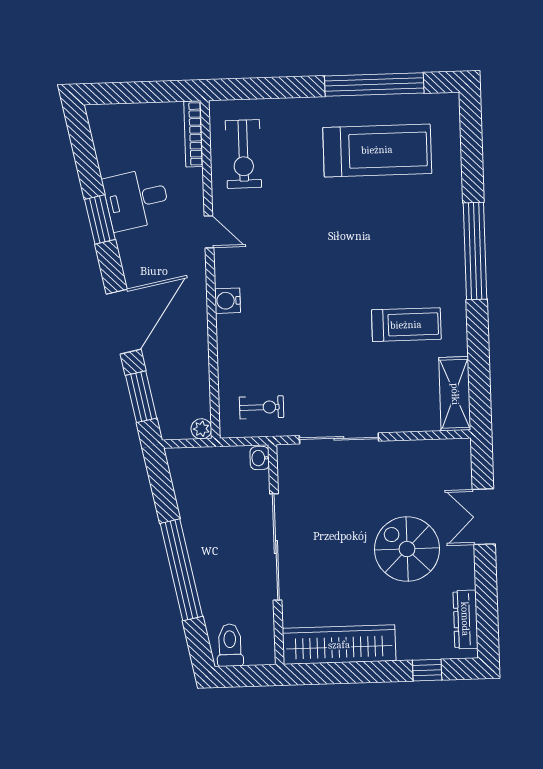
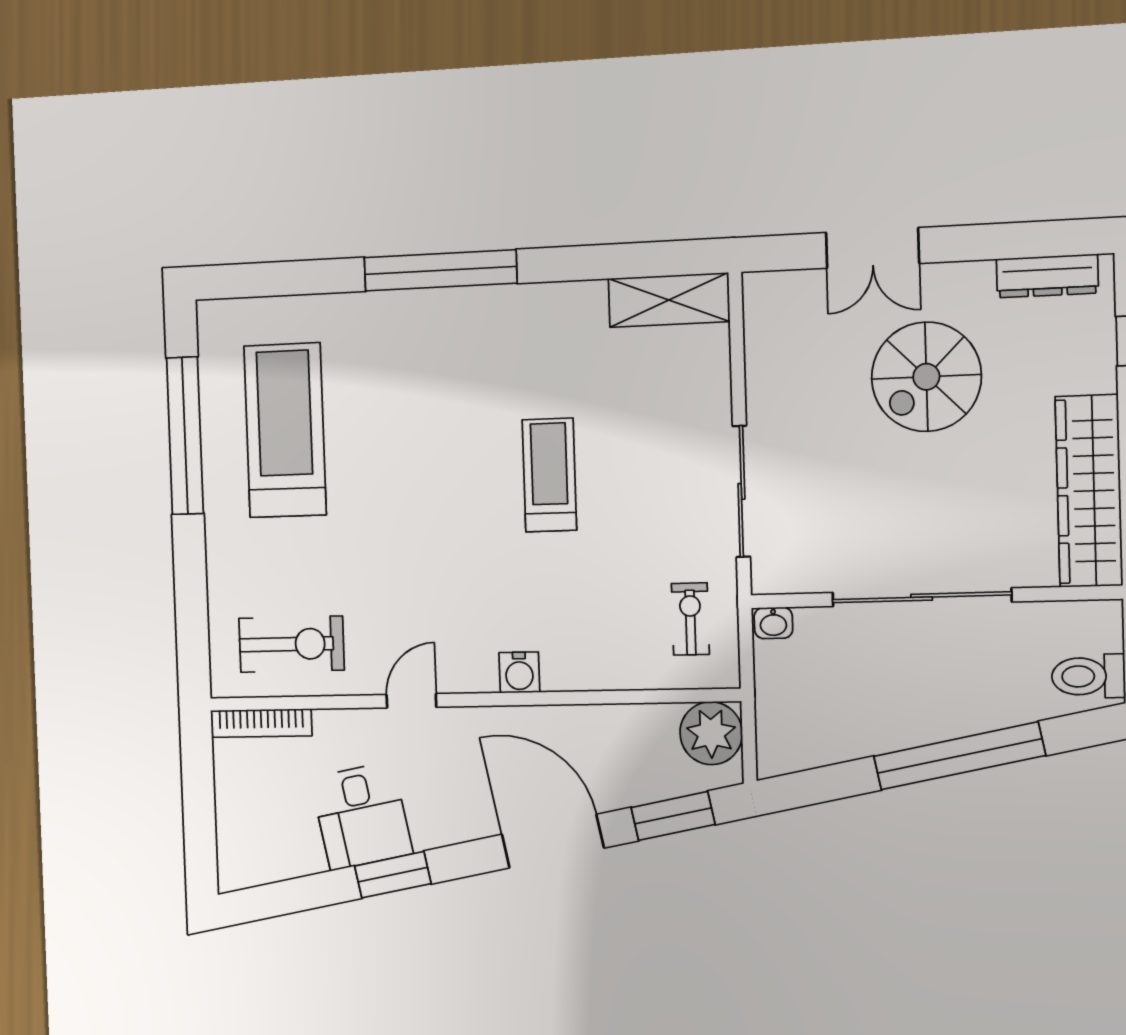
treadmill: (406, 325) -> (549, 475), moved
plant: (201, 429) -> (711, 733), width x1.88, depth x1.88

